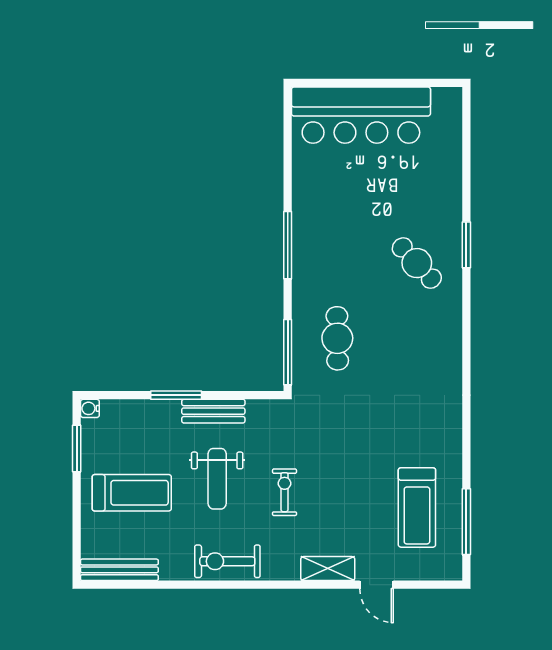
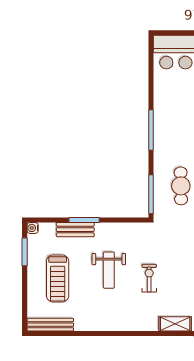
bench: (213, 411) -> (75, 230), moved
treadmill: (132, 493) -> (58, 278), turned 90
exercise bike: (227, 561) -> (115, 320), removed

